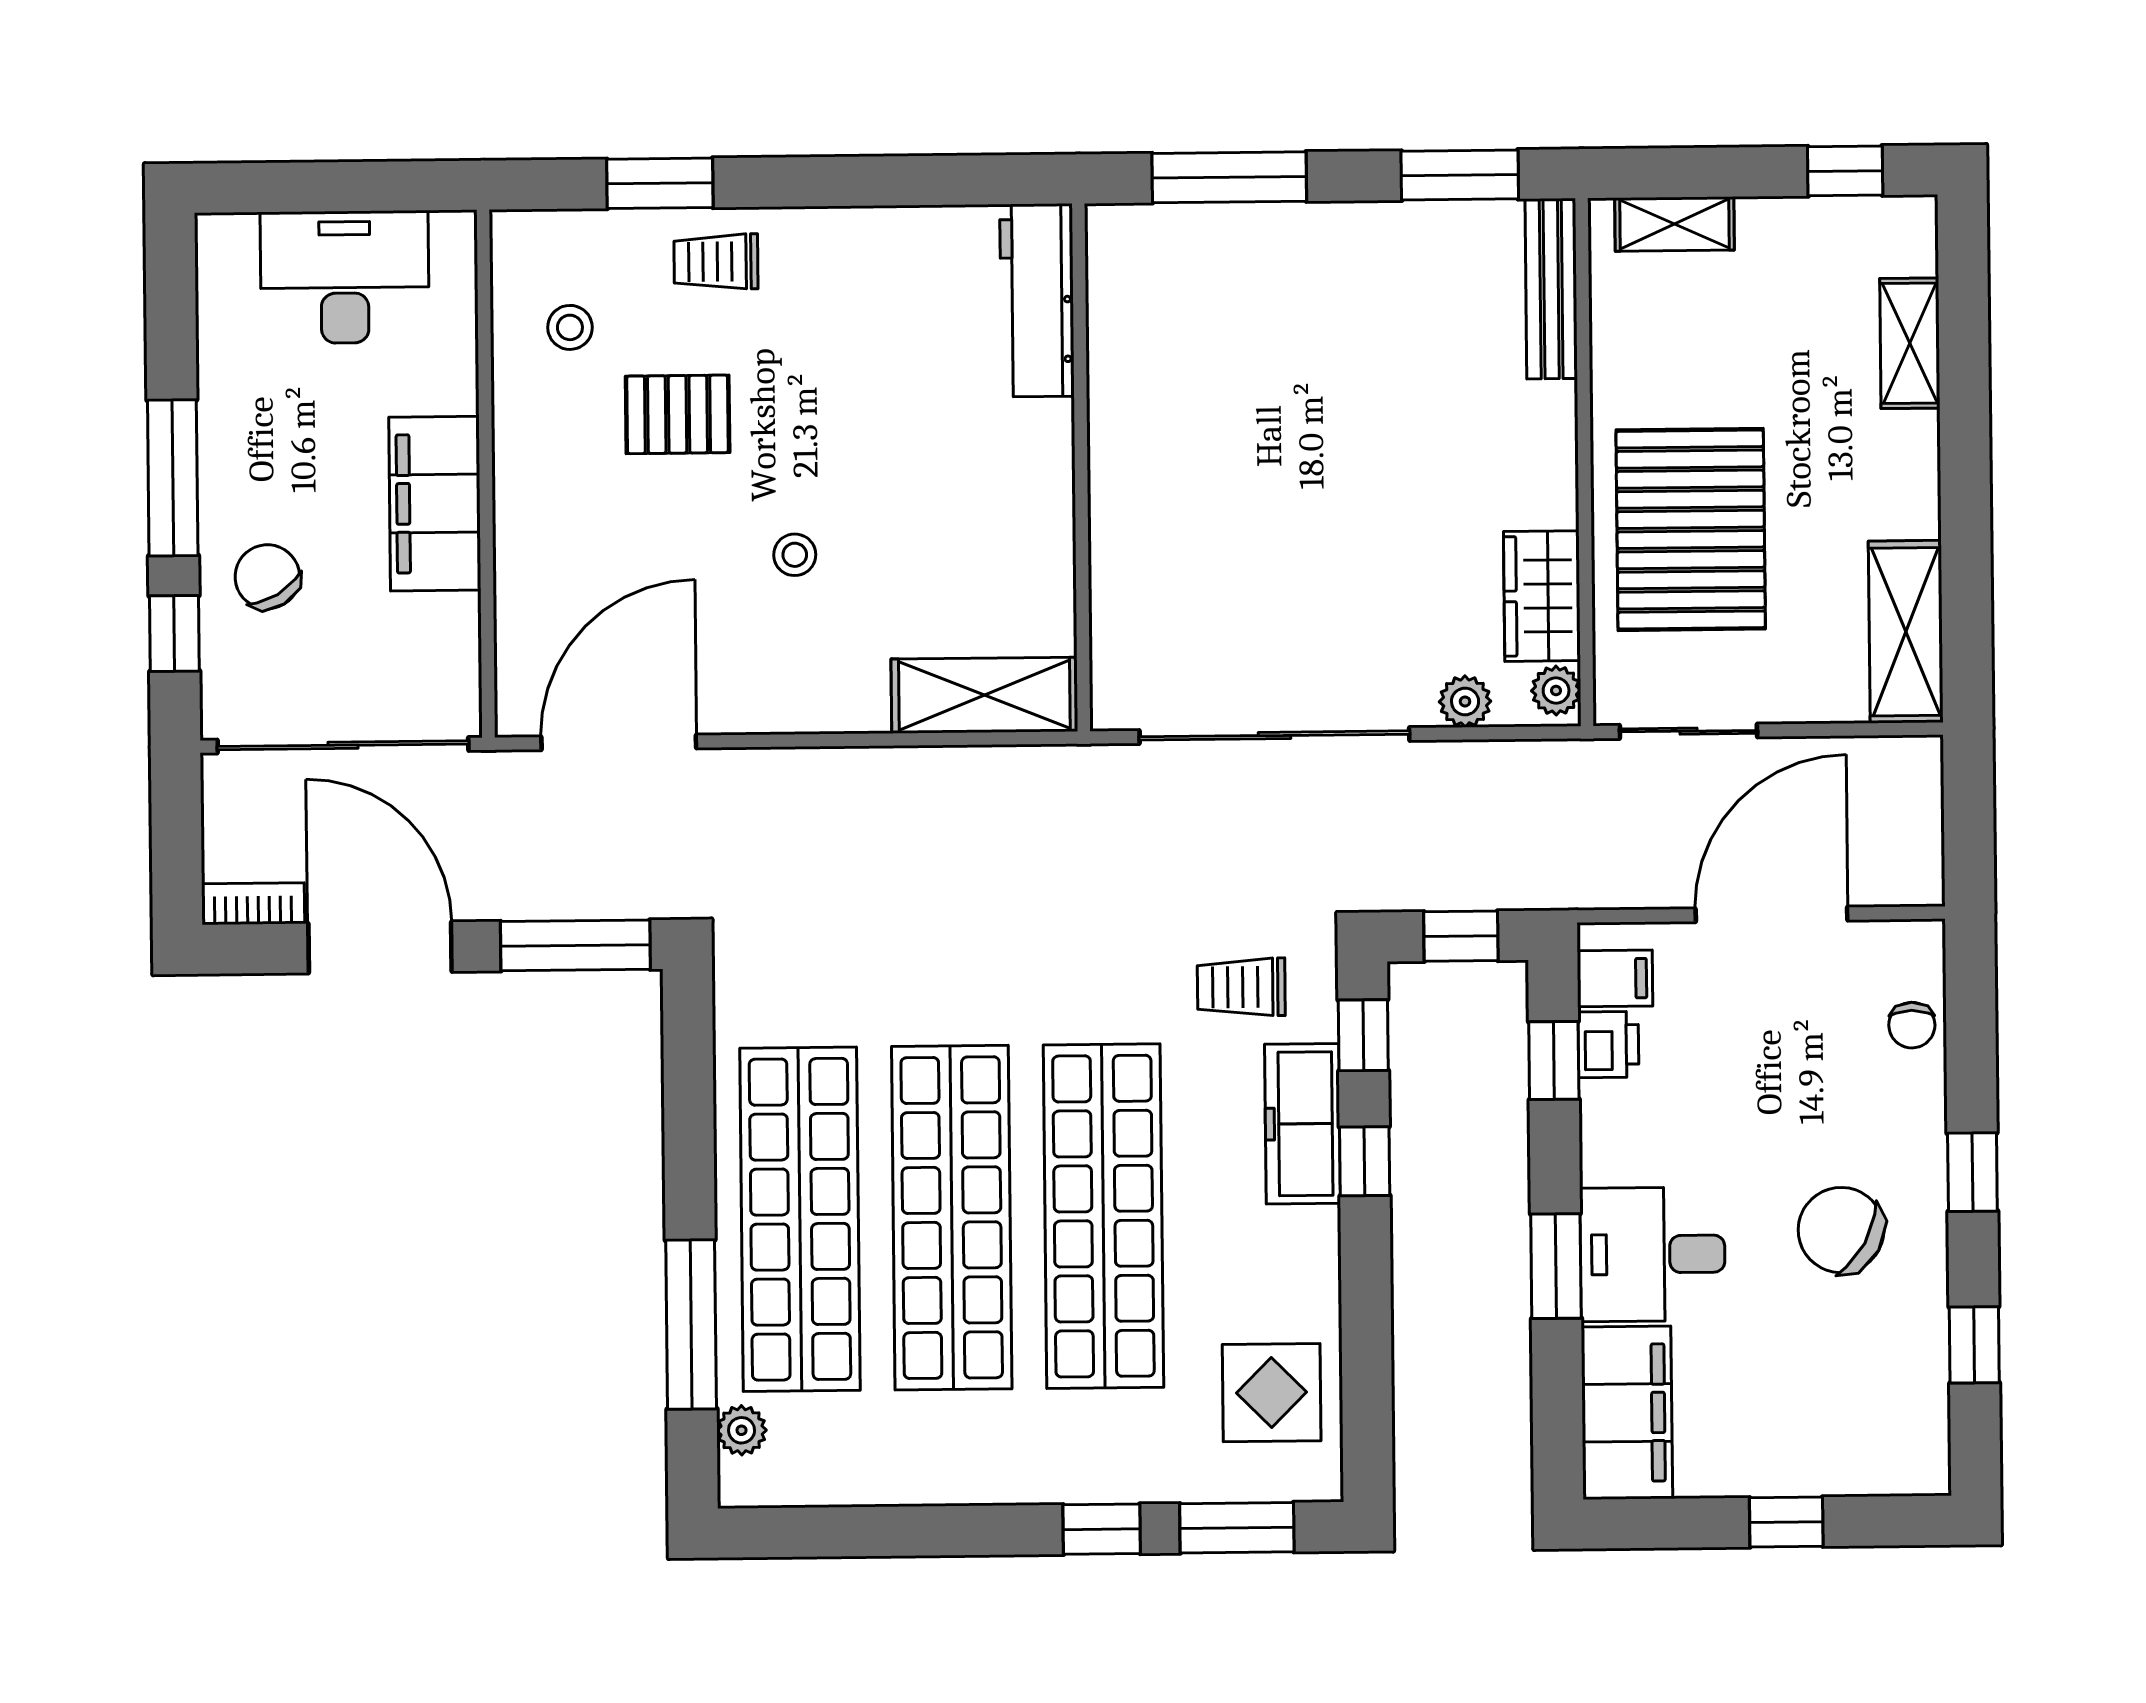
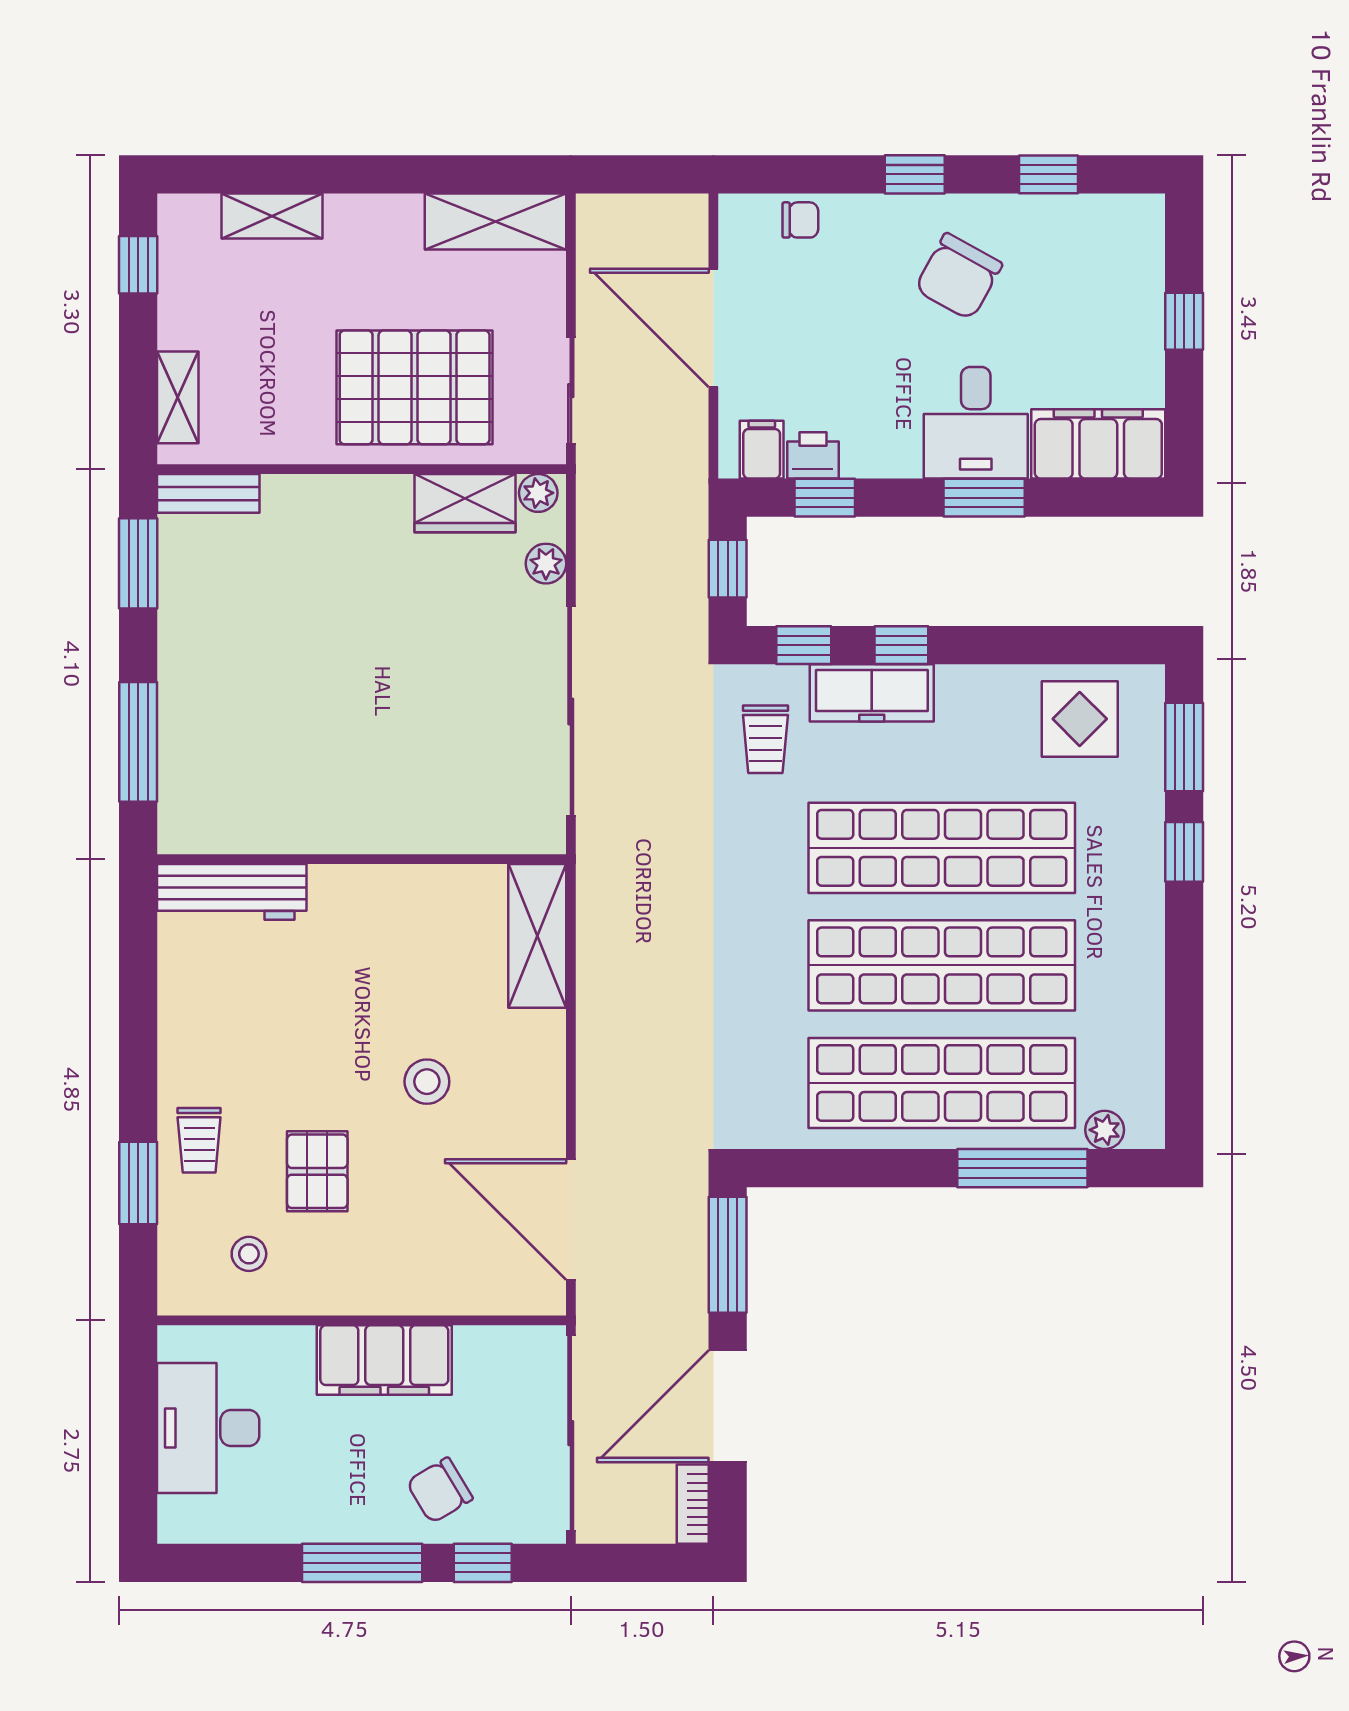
bench: (1551, 289) -> (208, 493), width x0.73
stool: (795, 555) -> (427, 1082), width x1.37, depth x1.37

